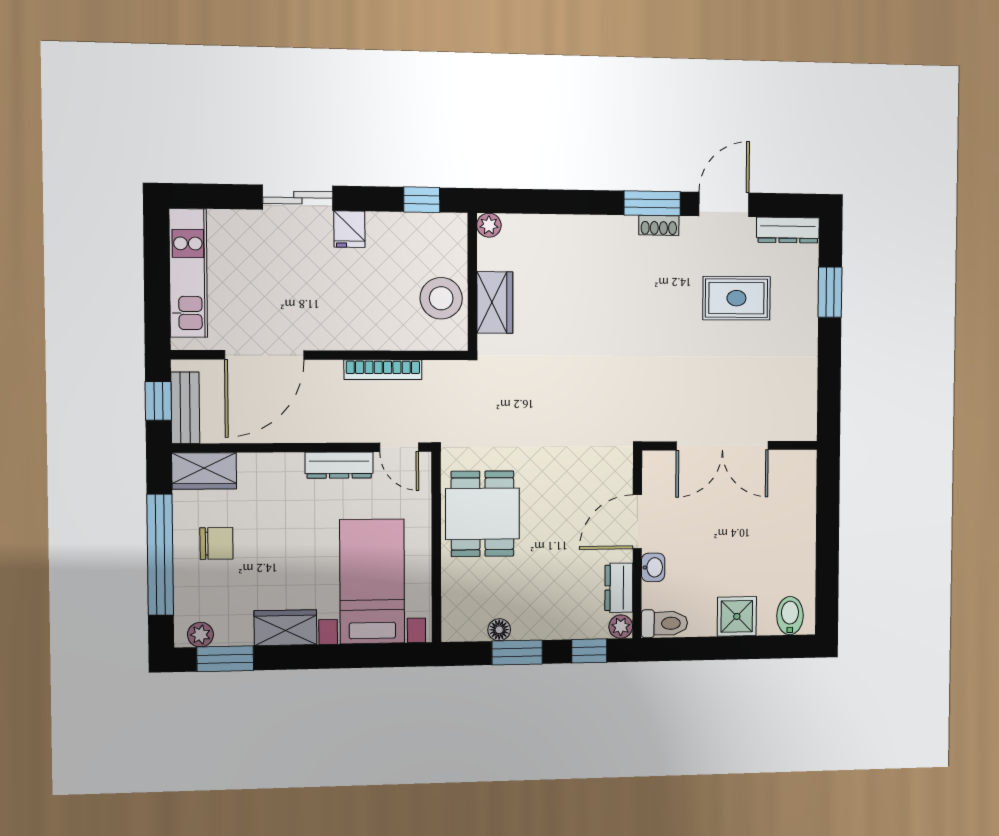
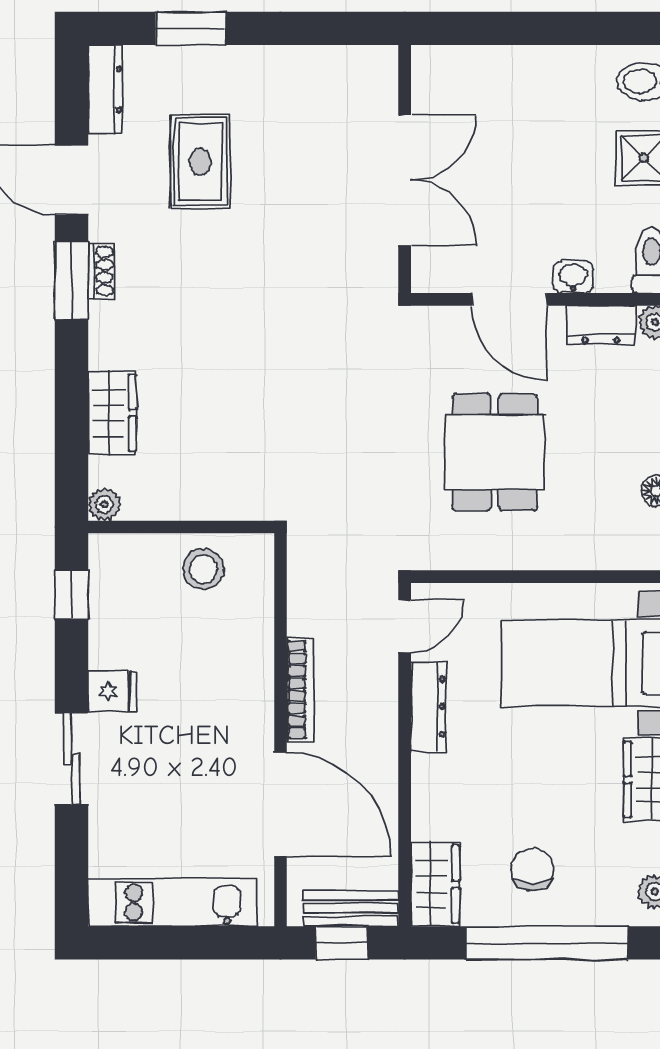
stool: (441, 298) -> (203, 569), width x0.73, depth x0.73
wardrobe: (495, 302) -> (112, 413), moved, turned 90
bookcase: (383, 370) -> (300, 690), moved
dining table: (482, 514) -> (495, 452), moved, turned 90

